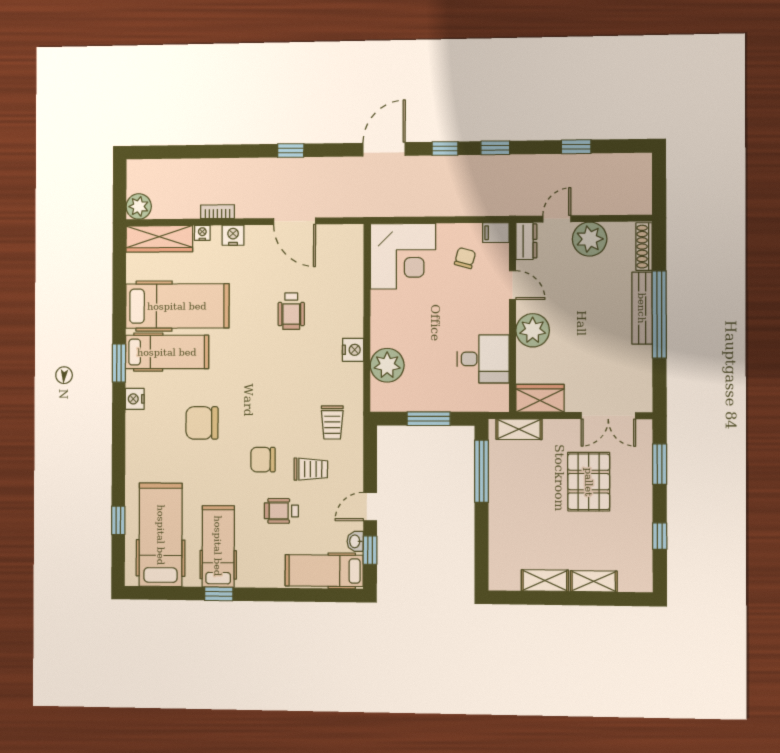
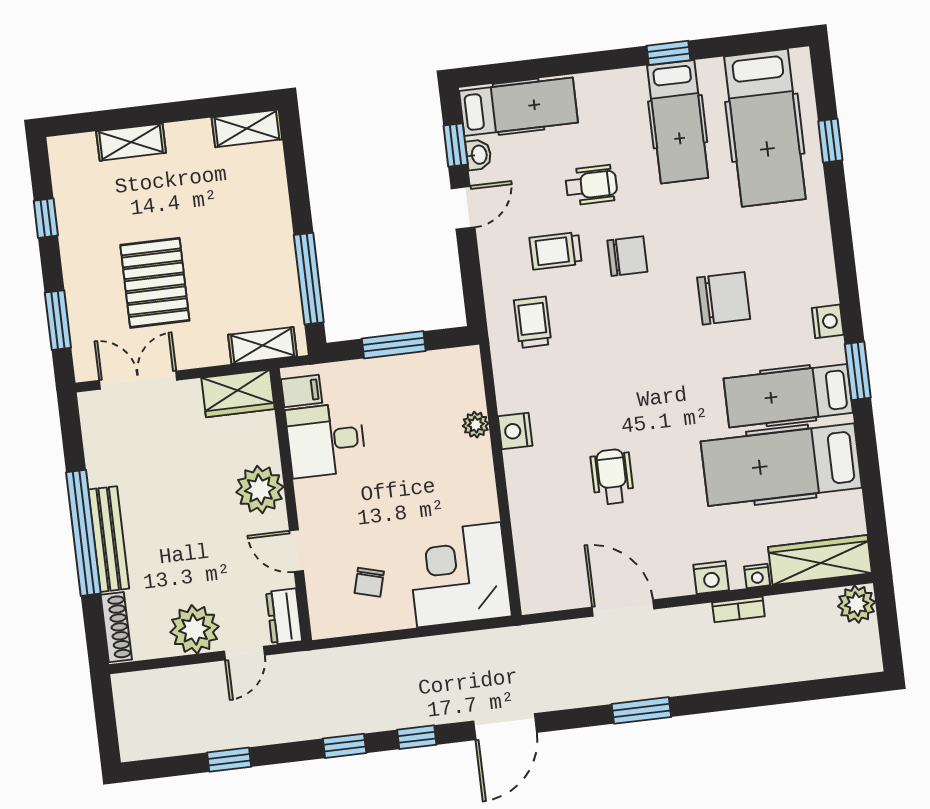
window: (291, 150) -> (641, 710), width x1.50
filing cabinet: (496, 233) -> (301, 391), moved
plant: (387, 365) -> (476, 425), width x0.53, depth x0.53
shelving: (545, 581) -> (247, 128), moved

